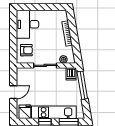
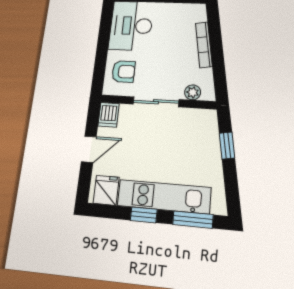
dishwasher: (71, 74) -> (109, 115), moved
window: (82, 85) -> (227, 146), width x0.46

